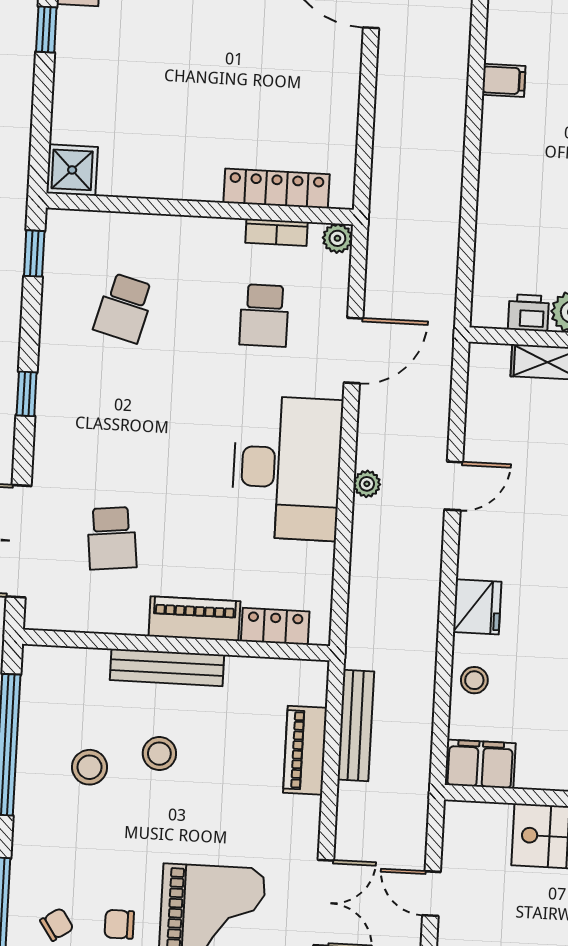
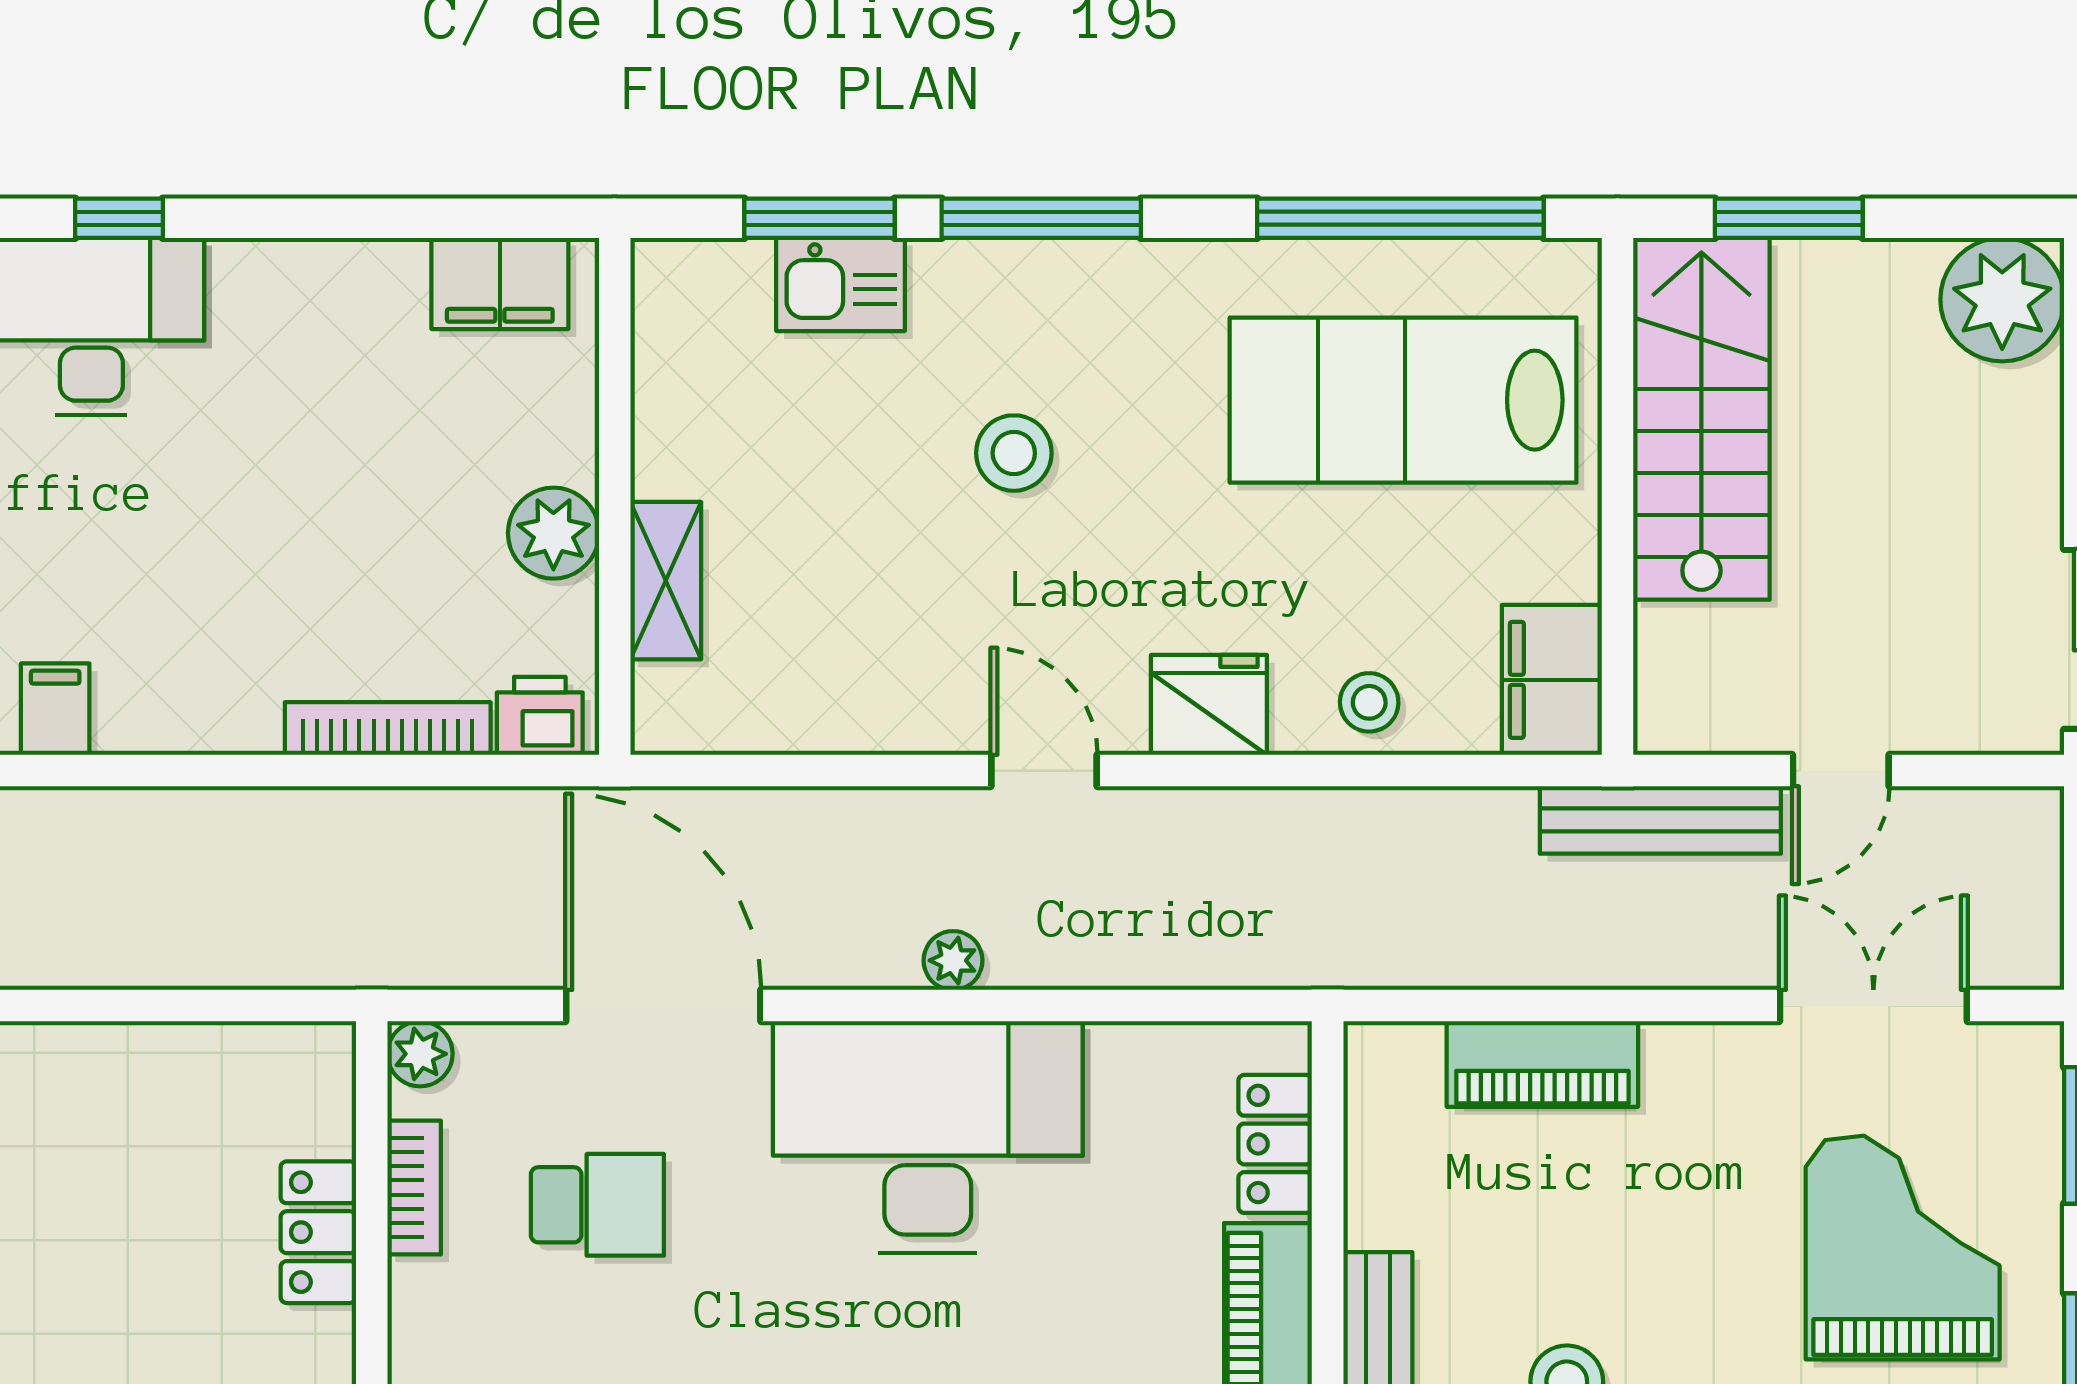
locker: (277, 188) -> (318, 1232), width x0.66
bookcase: (487, 232) -> (388, 729), added
printer: (528, 313) -> (540, 716), moved, turned 90
door: (353, 350) -> (663, 1006), width x1.36
door: (454, 486) -> (1044, 771), moved
bench: (356, 726) -> (1660, 820), moved

